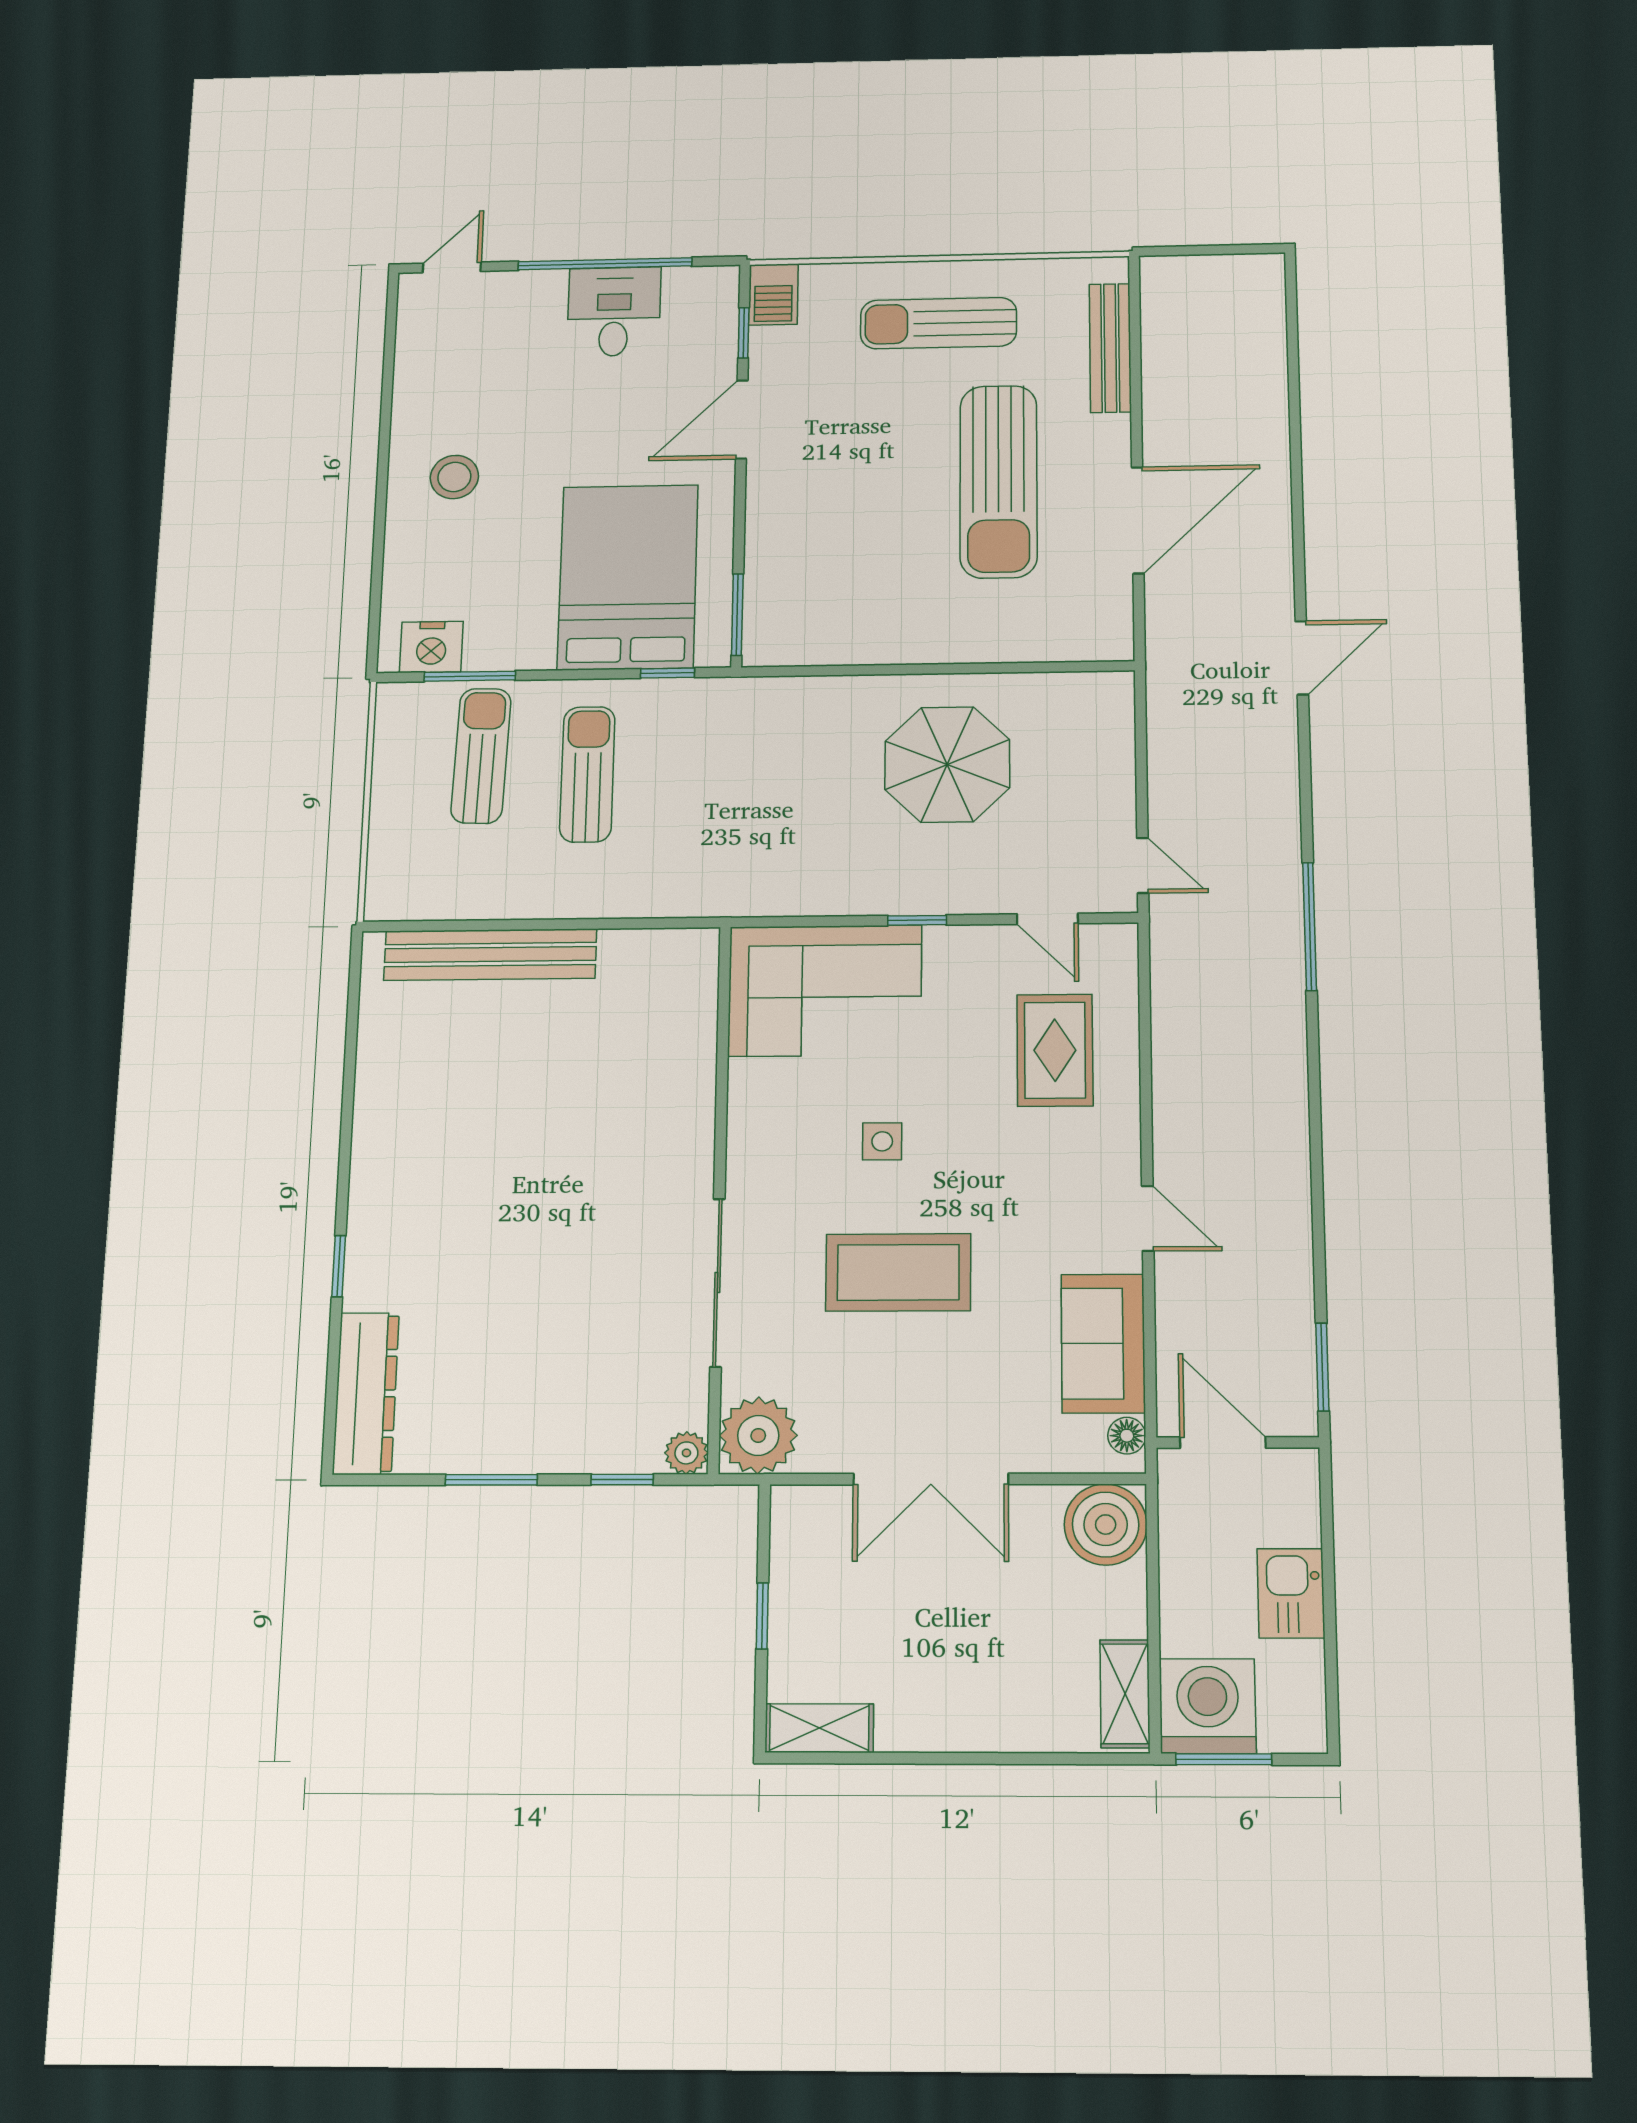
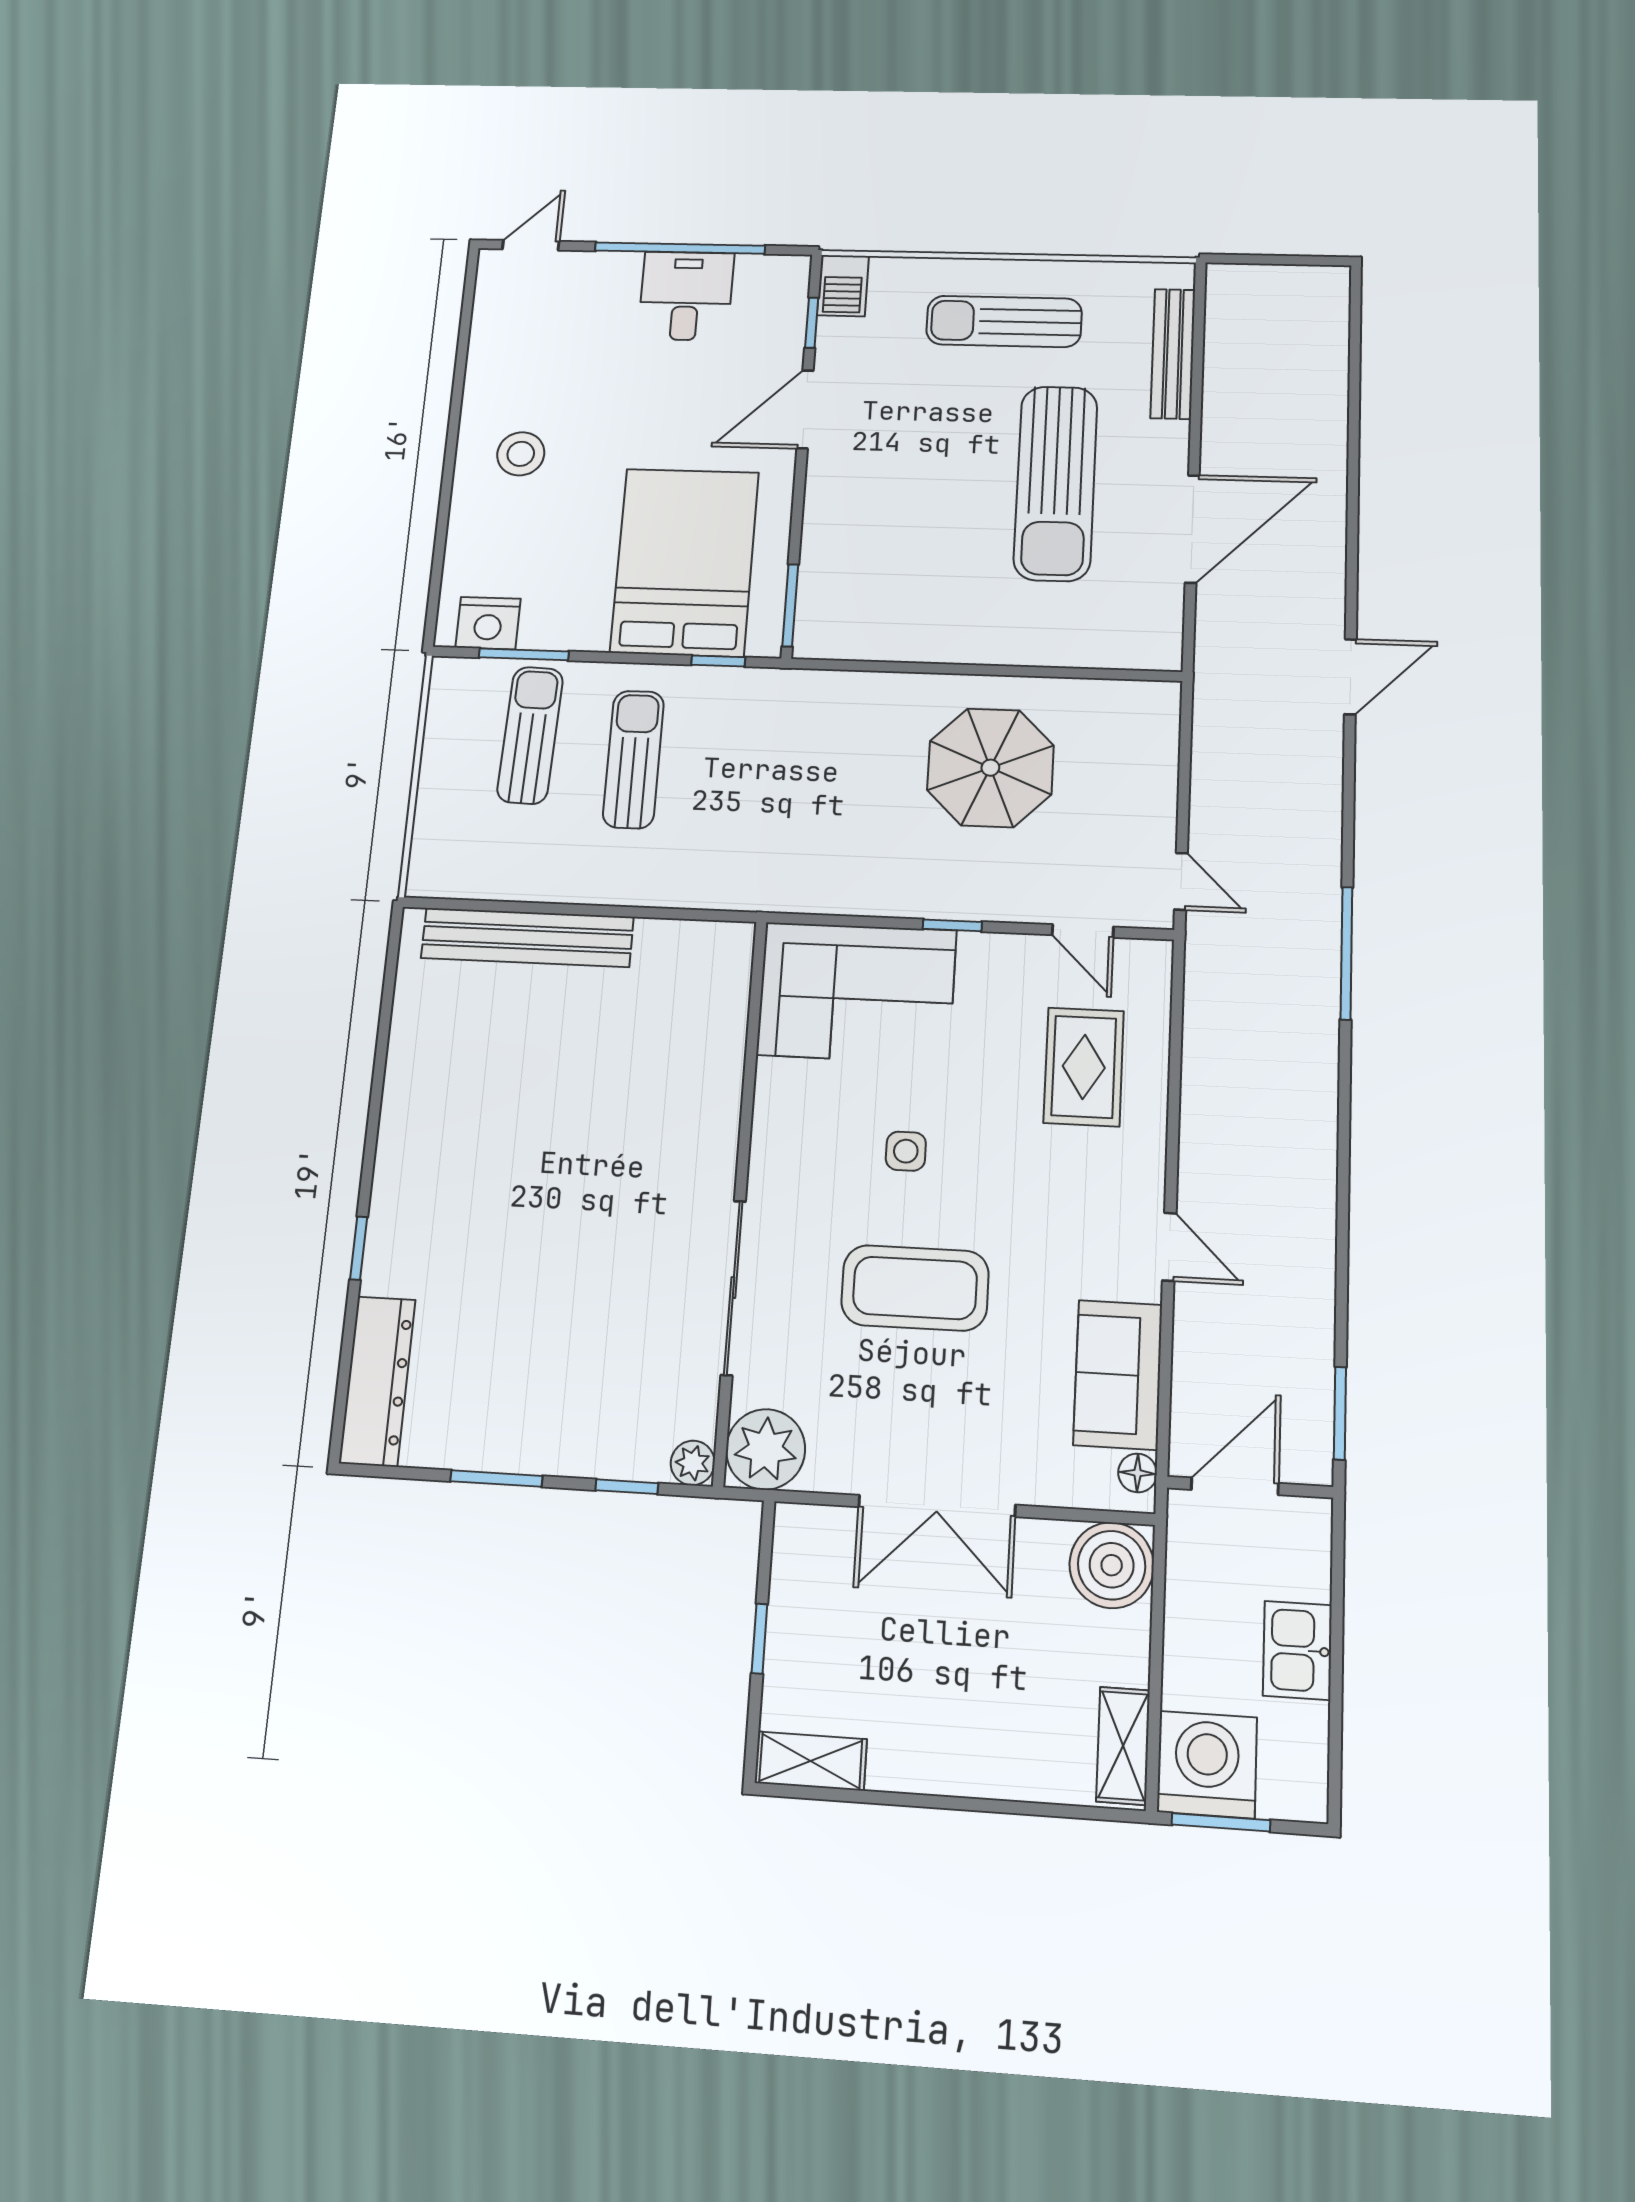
door: (1223, 1442) -> (1235, 1486), hinge flipped

